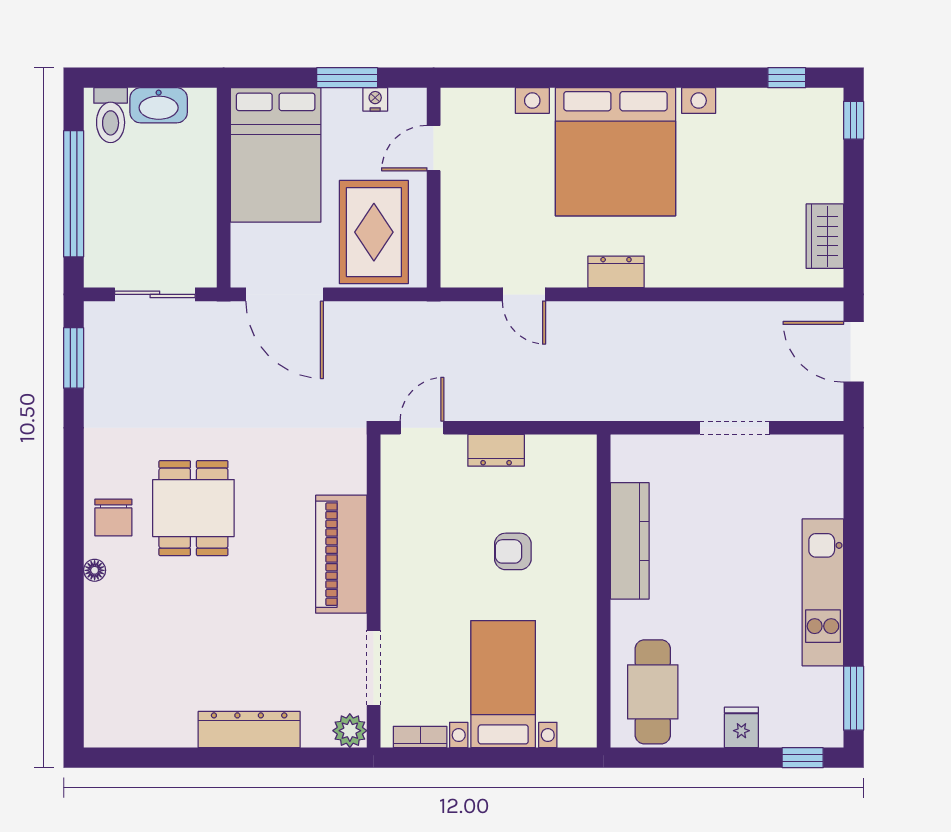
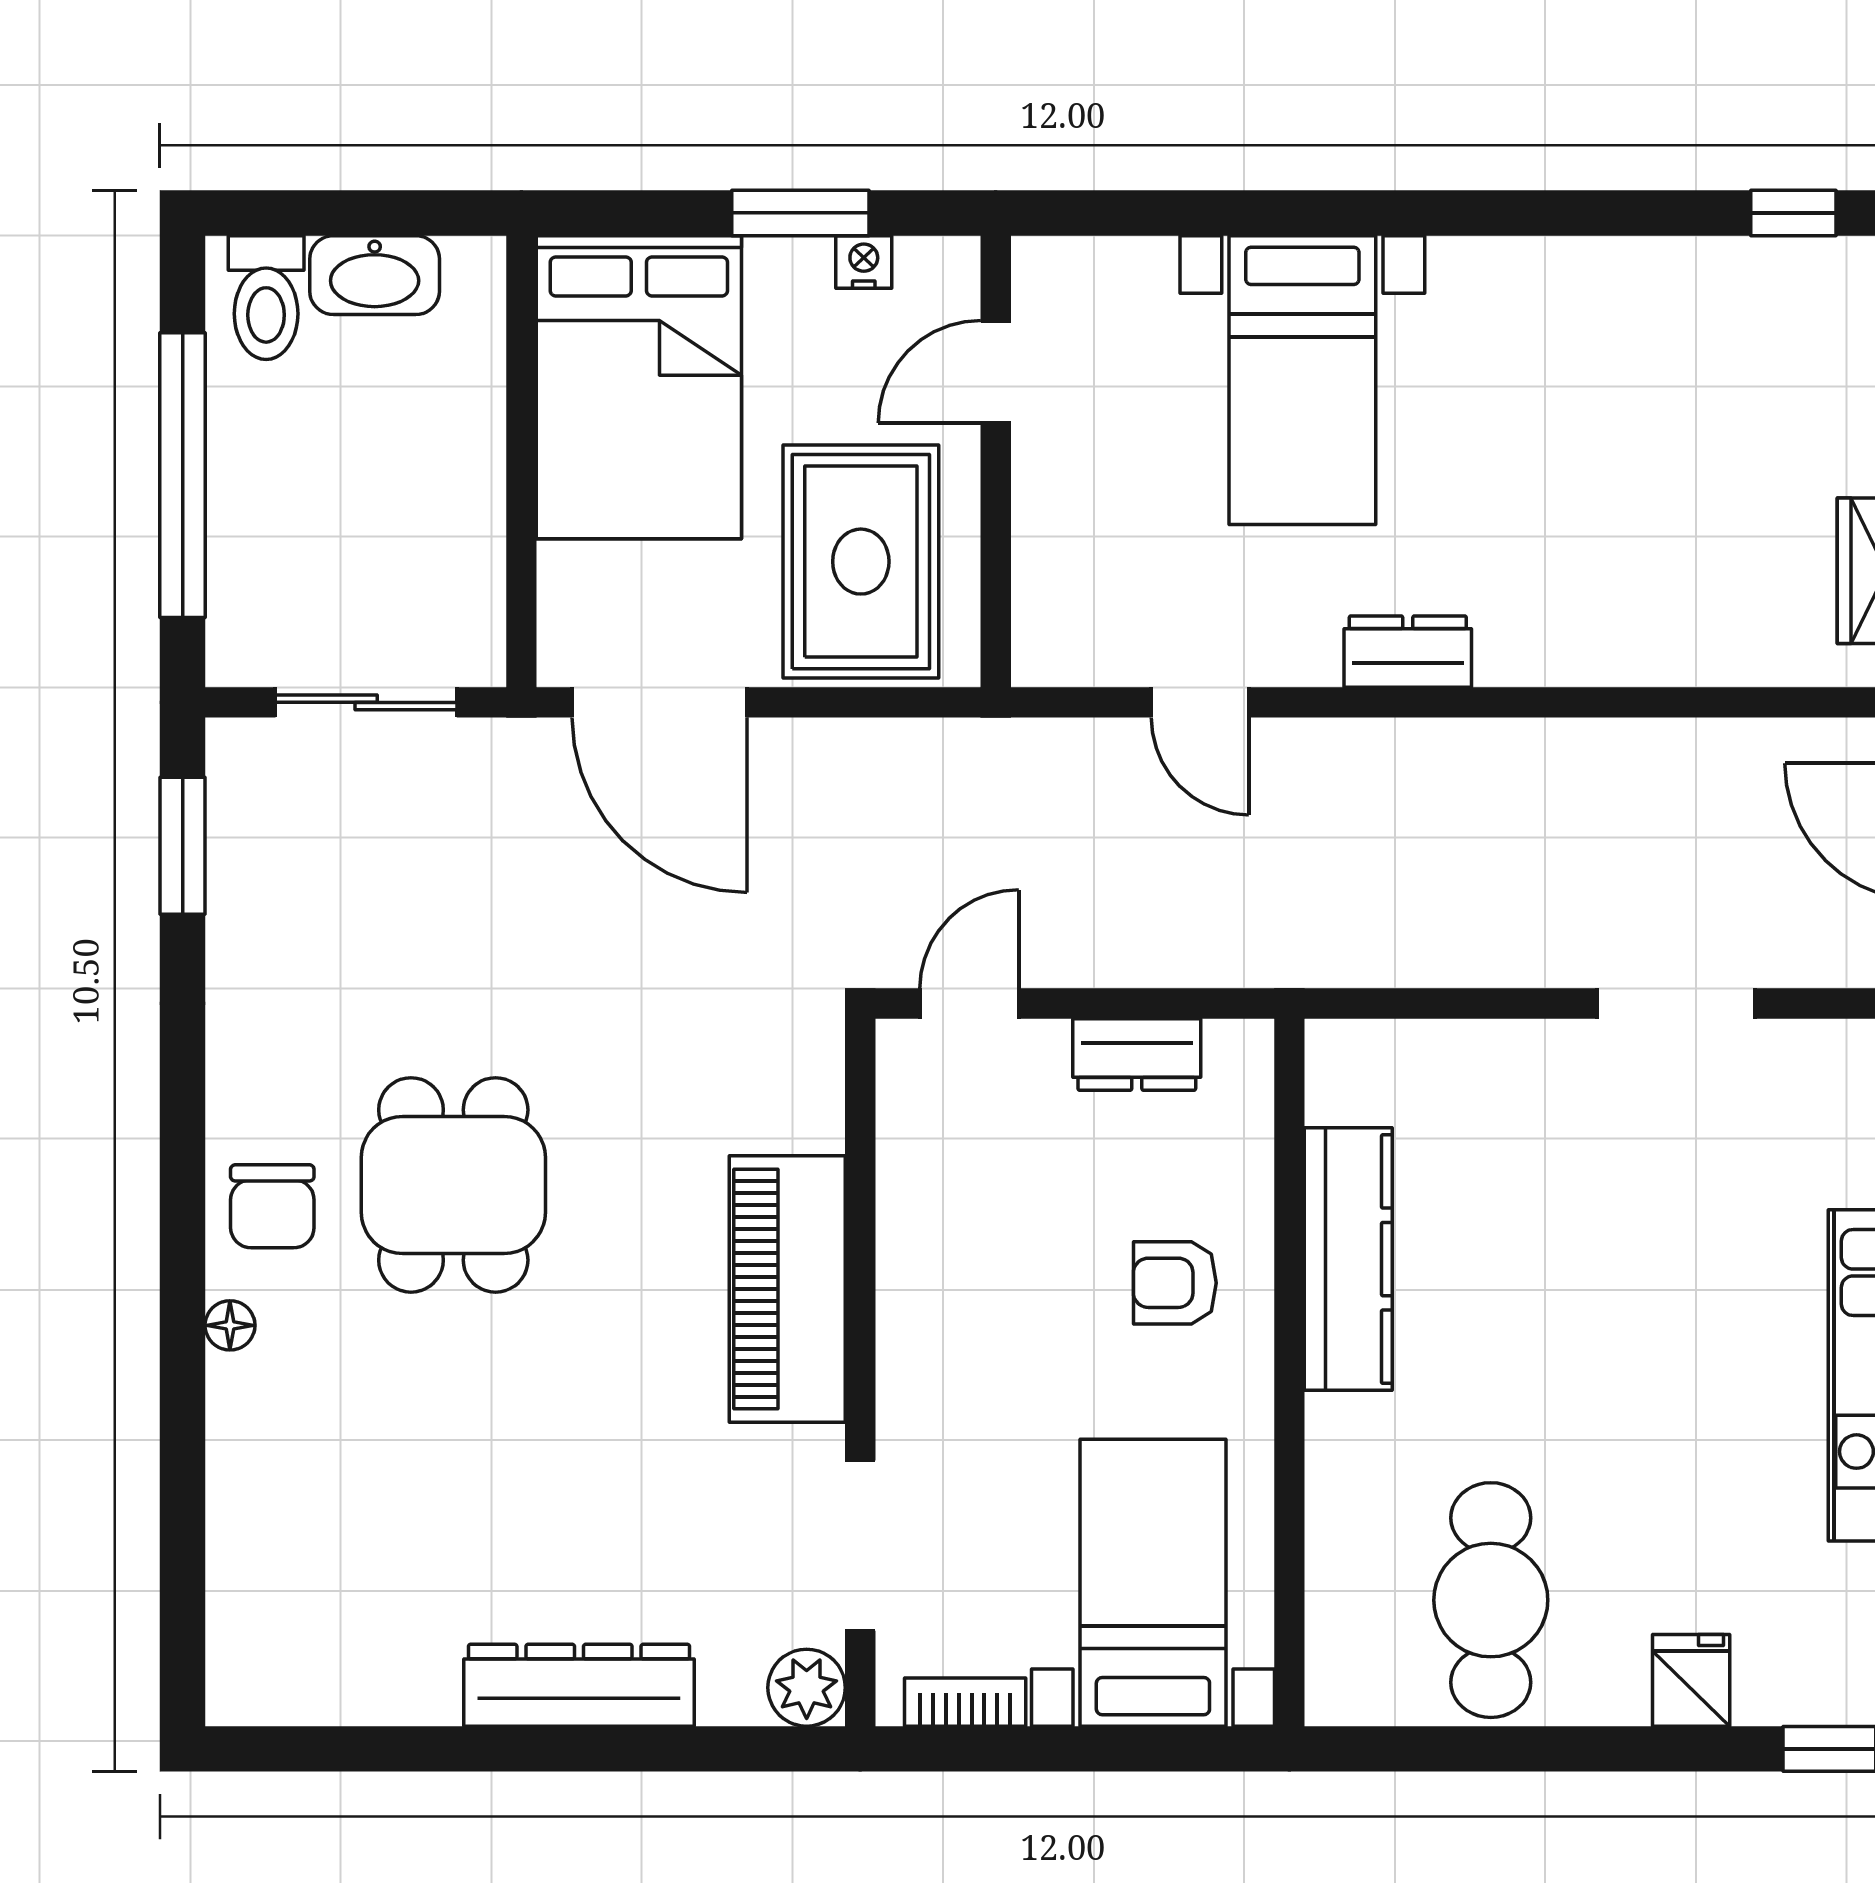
bed with nightstands: (615, 152) -> (1302, 380), width x0.54
kitchen counter: (630, 541) -> (1348, 1259), moved
wall: (604, 591) -> (1289, 1372), moved

